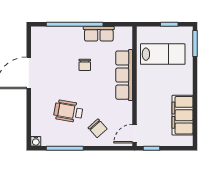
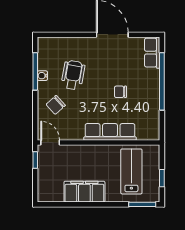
row of seats: (99, 34) -> (152, 53), moved
lab bench: (163, 54) -> (131, 171), turned 180
filing cabinet: (183, 115) -> (84, 192), moved
water cooler: (36, 141) -> (42, 76), moved

